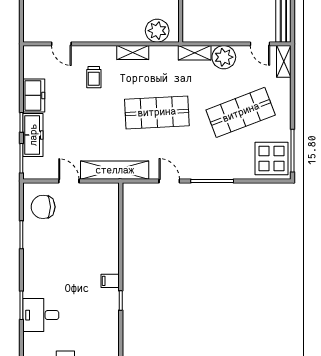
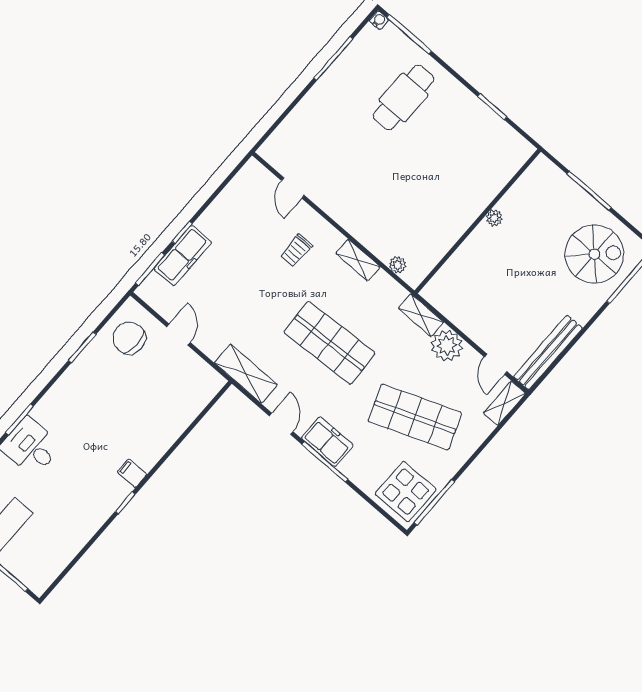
plant: (157, 31) -> (397, 265), width x0.53, depth x0.53
freezer: (34, 95) -> (327, 442), moved, turned -90
shelving: (115, 170) -> (246, 374), width x0.68

